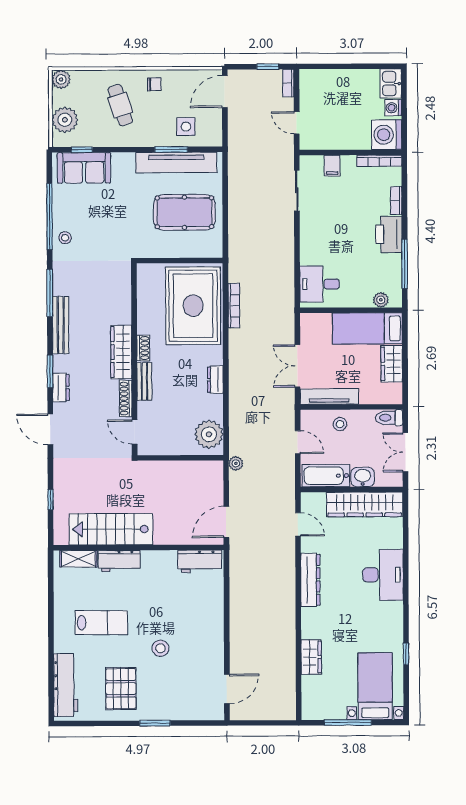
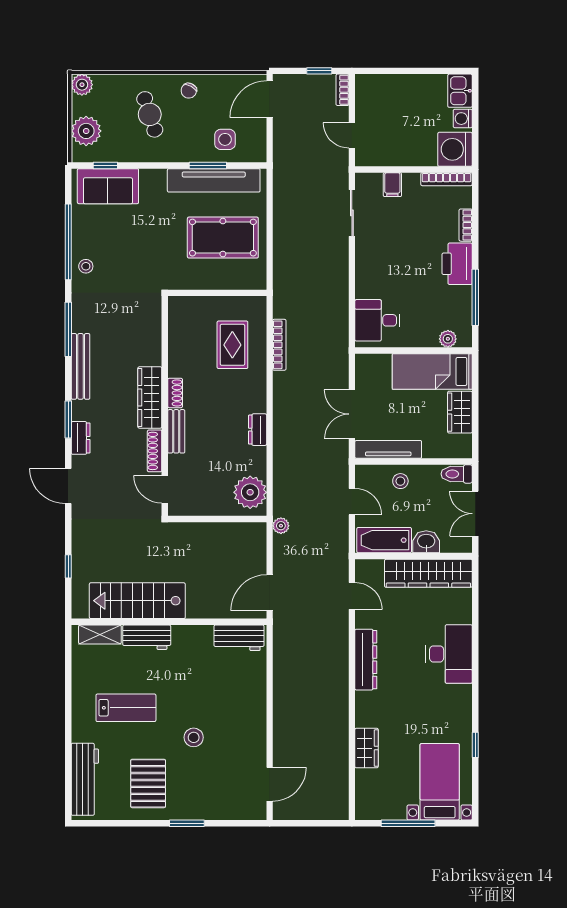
chair: (154, 84) -> (189, 91), turned 119
rug: (193, 306) -> (232, 345), width x0.54, depth x0.49

